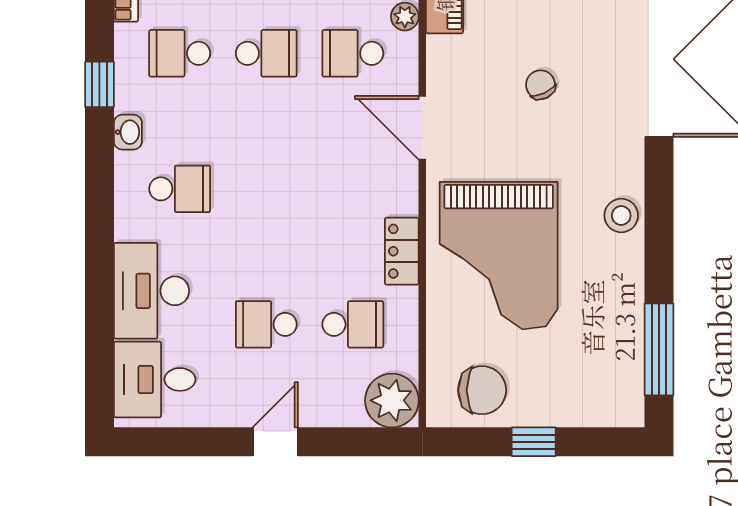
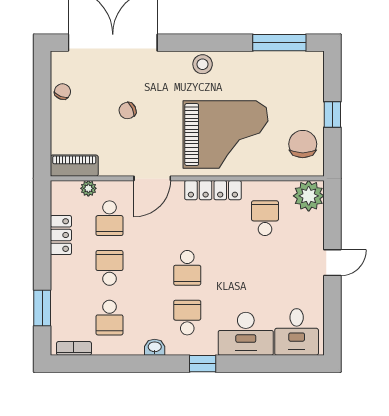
window: (99, 84) -> (203, 364), moved
locker: (402, 251) -> (213, 190), width x1.53
school desk: (266, 324) -> (187, 268), moved
door: (275, 442) -> (332, 263), swing flipped

